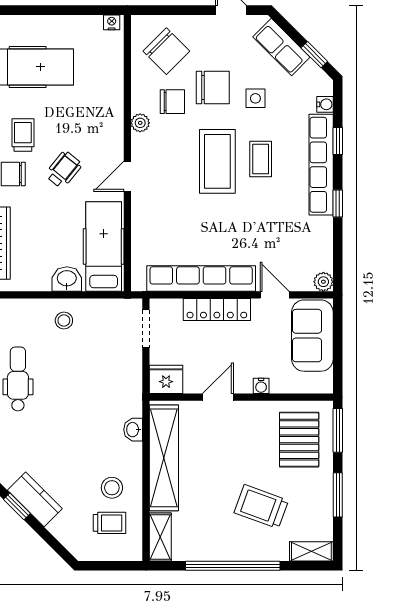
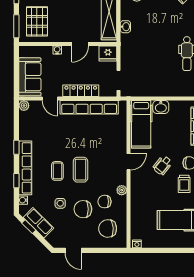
row of seats: (281, 47) -> (38, 223), moved
chair: (166, 51) -> (108, 229), turned -48
coffee table: (217, 161) -> (80, 170), width x0.73, depth x0.76
stool: (64, 321) -> (162, 85), removed

